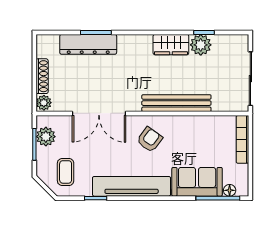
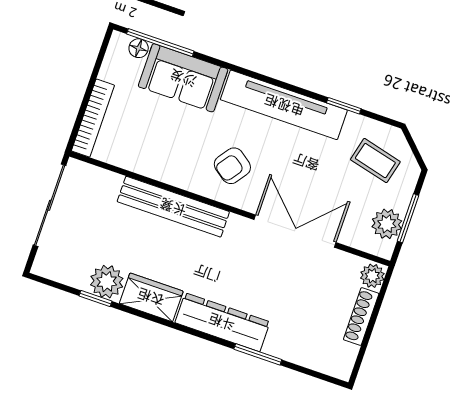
dresser: (88, 44) -> (222, 322), moved
coffee table: (66, 172) -> (375, 161), turned -76

